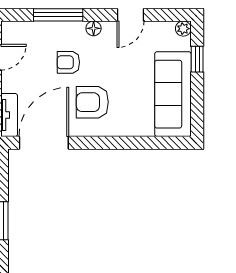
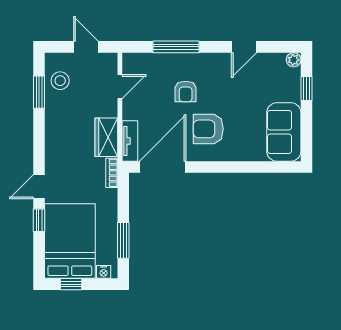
floor lamp: (94, 28) -> (209, 60), removed
armchair: (68, 62) -> (186, 91), turned -90
sofa: (173, 94) -> (284, 132), width x0.73

